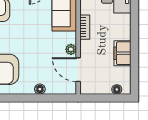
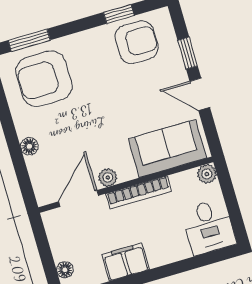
bookcase: (85, 27) -> (139, 192), width x1.56

